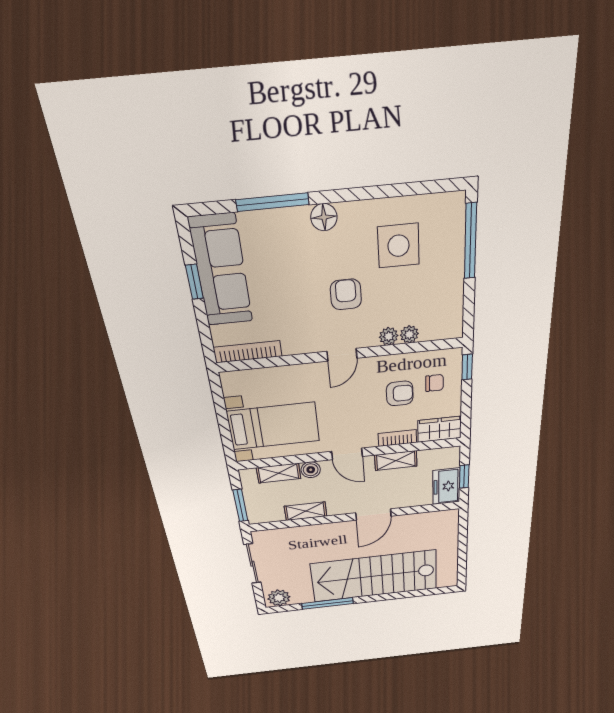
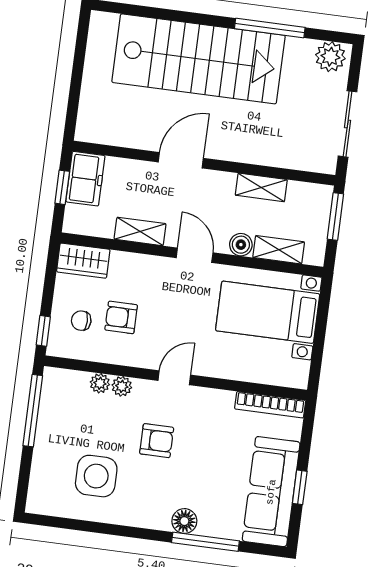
floor lamp: (324, 217) -> (184, 521), moved
window: (470, 241) -> (33, 411), moved
armchair: (346, 294) -> (157, 441), turned -90
bookcase: (397, 438) -> (133, 261), removed

